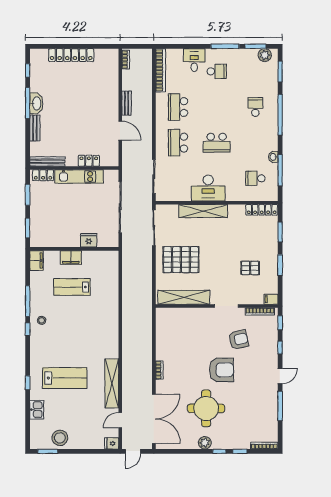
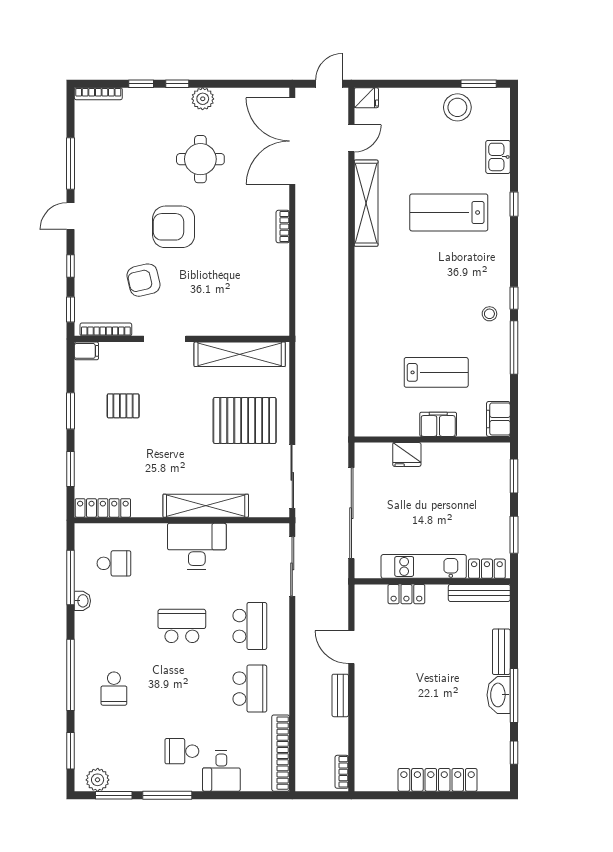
round table: (206, 408) -> (200, 159), width x0.73, depth x0.73

